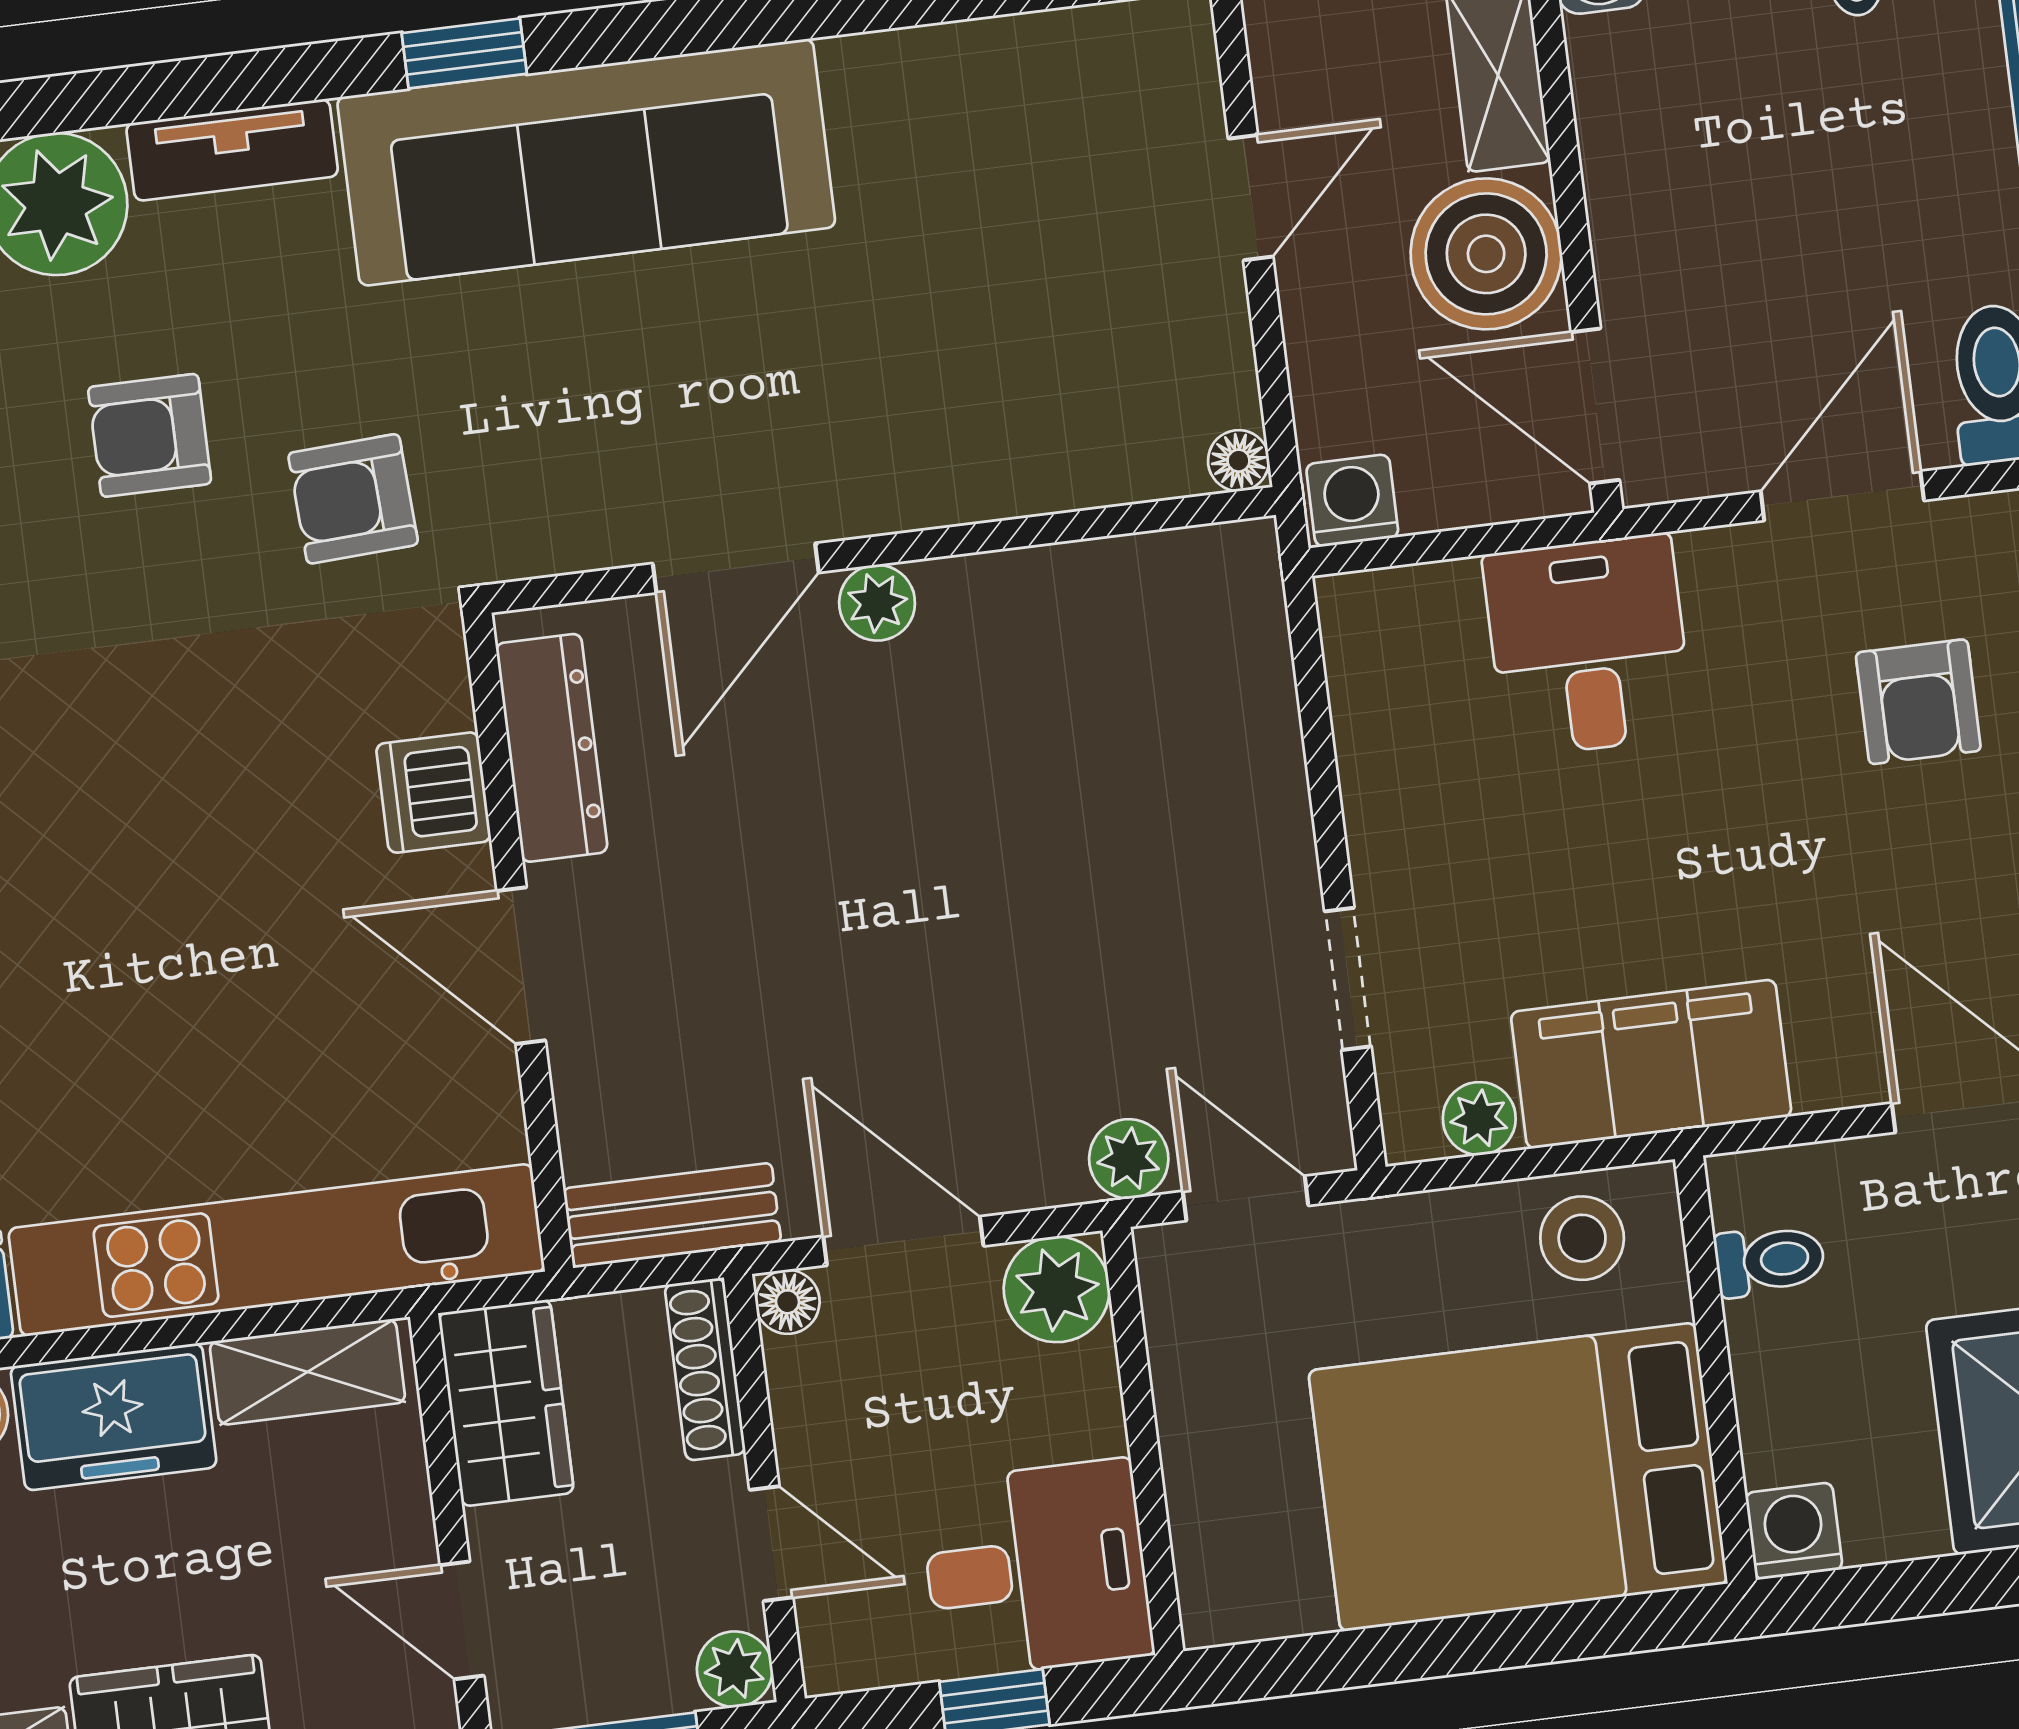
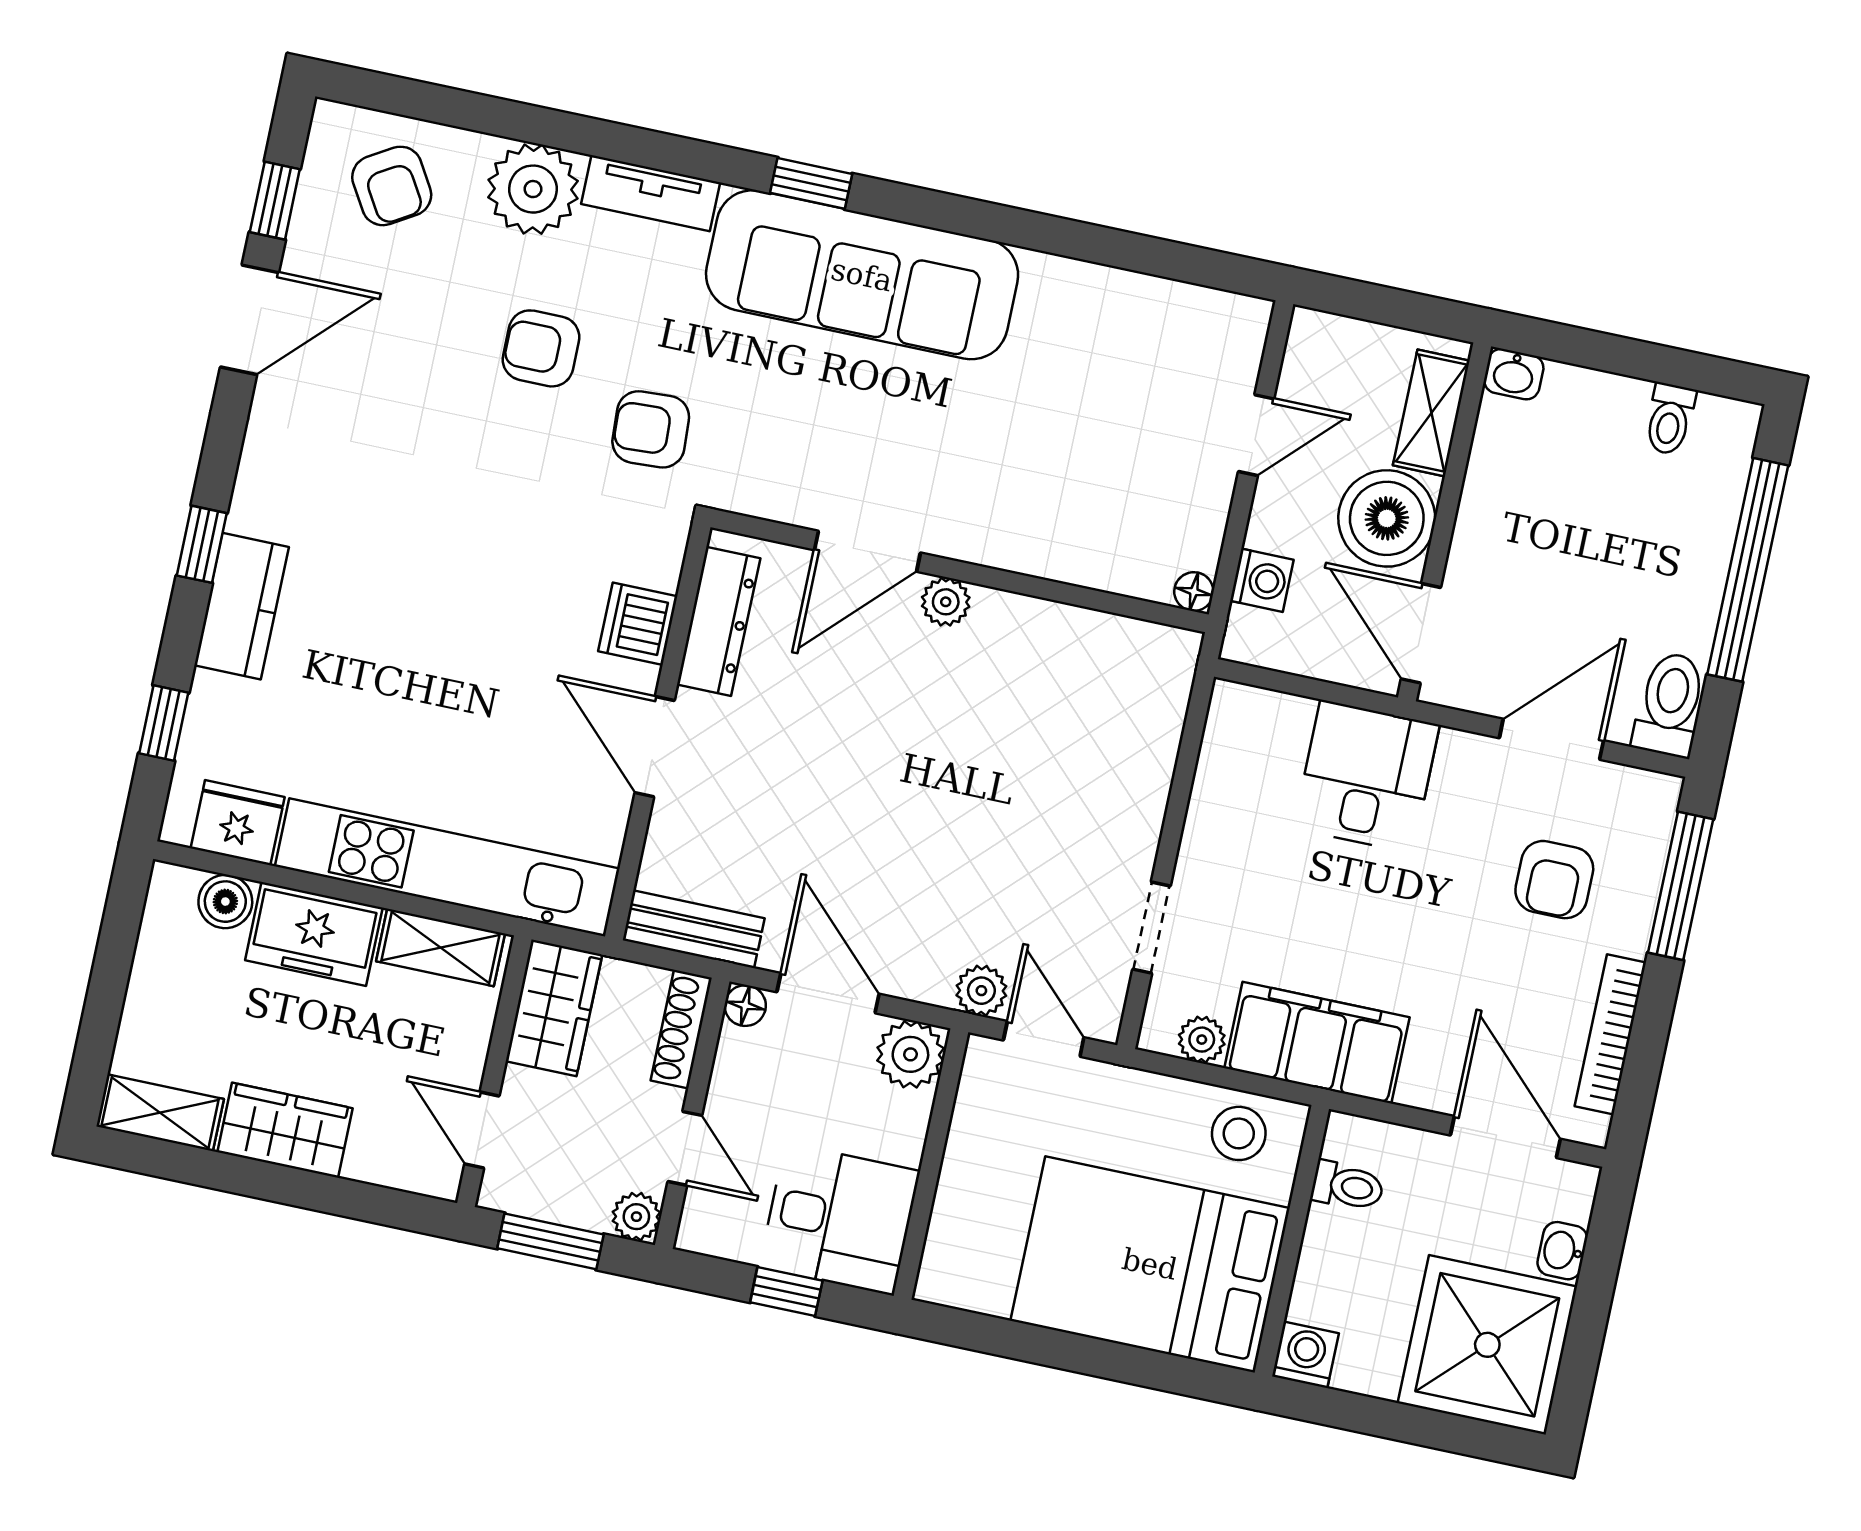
washing machine: (1352, 501) -> (1262, 580), moved, turned 90

